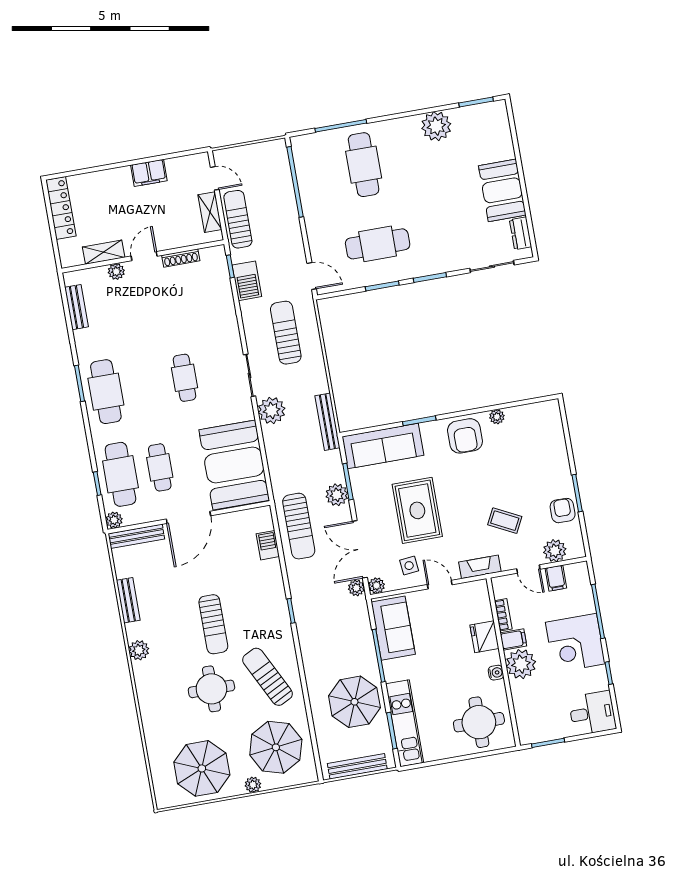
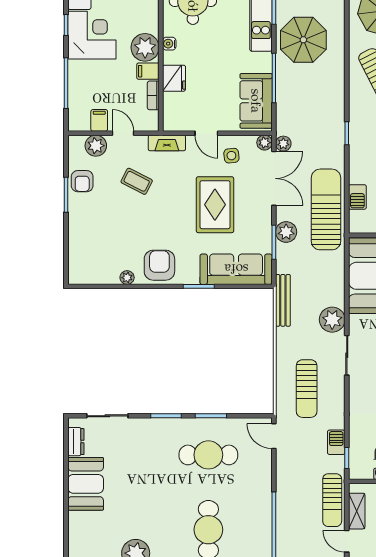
barbecue: (247, 281) -> (336, 442), width x0.73, depth x0.79
sun lounger: (299, 526) -> (326, 209), width x1.36, depth x1.34
corner desk: (575, 643) -> (92, 35), moved

